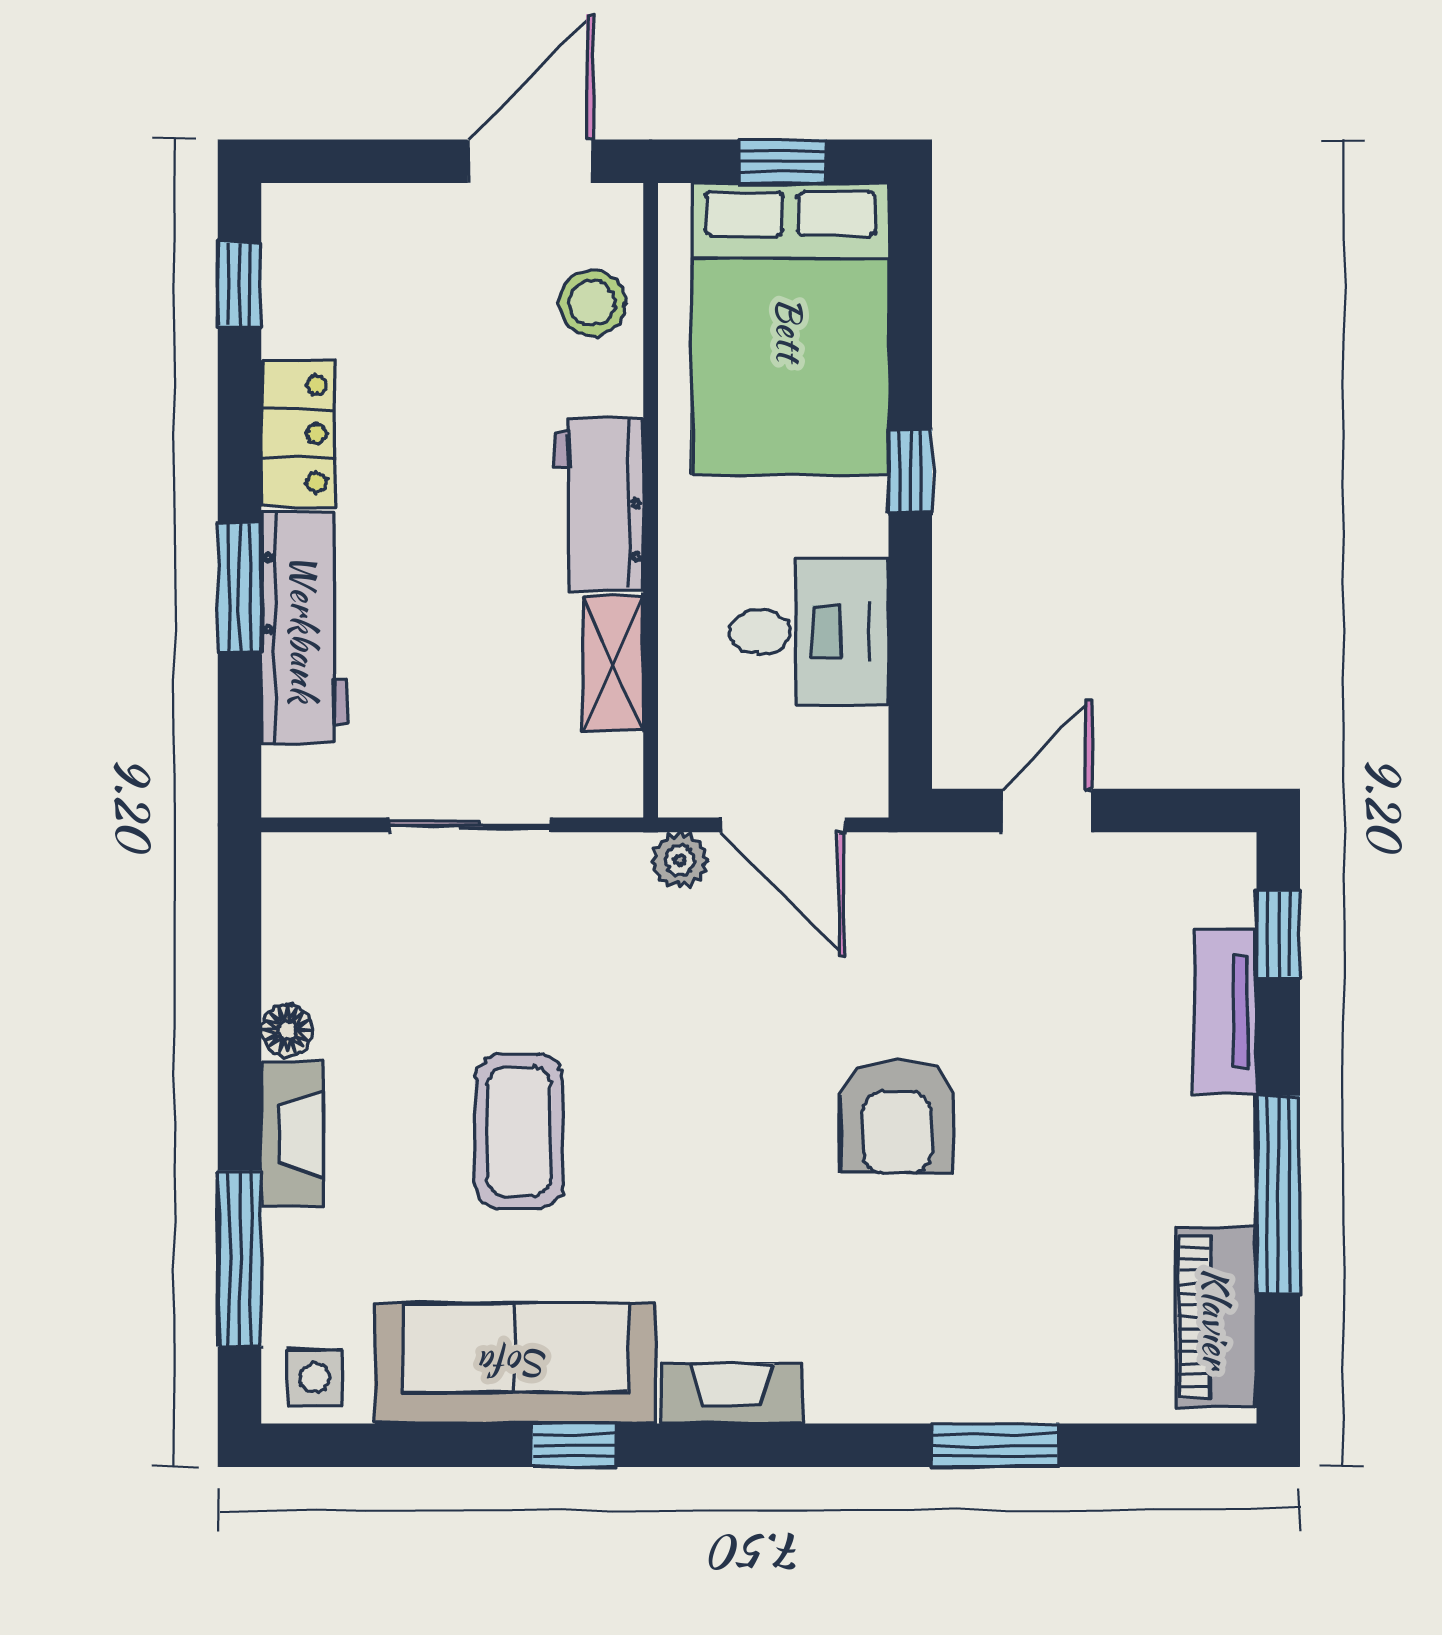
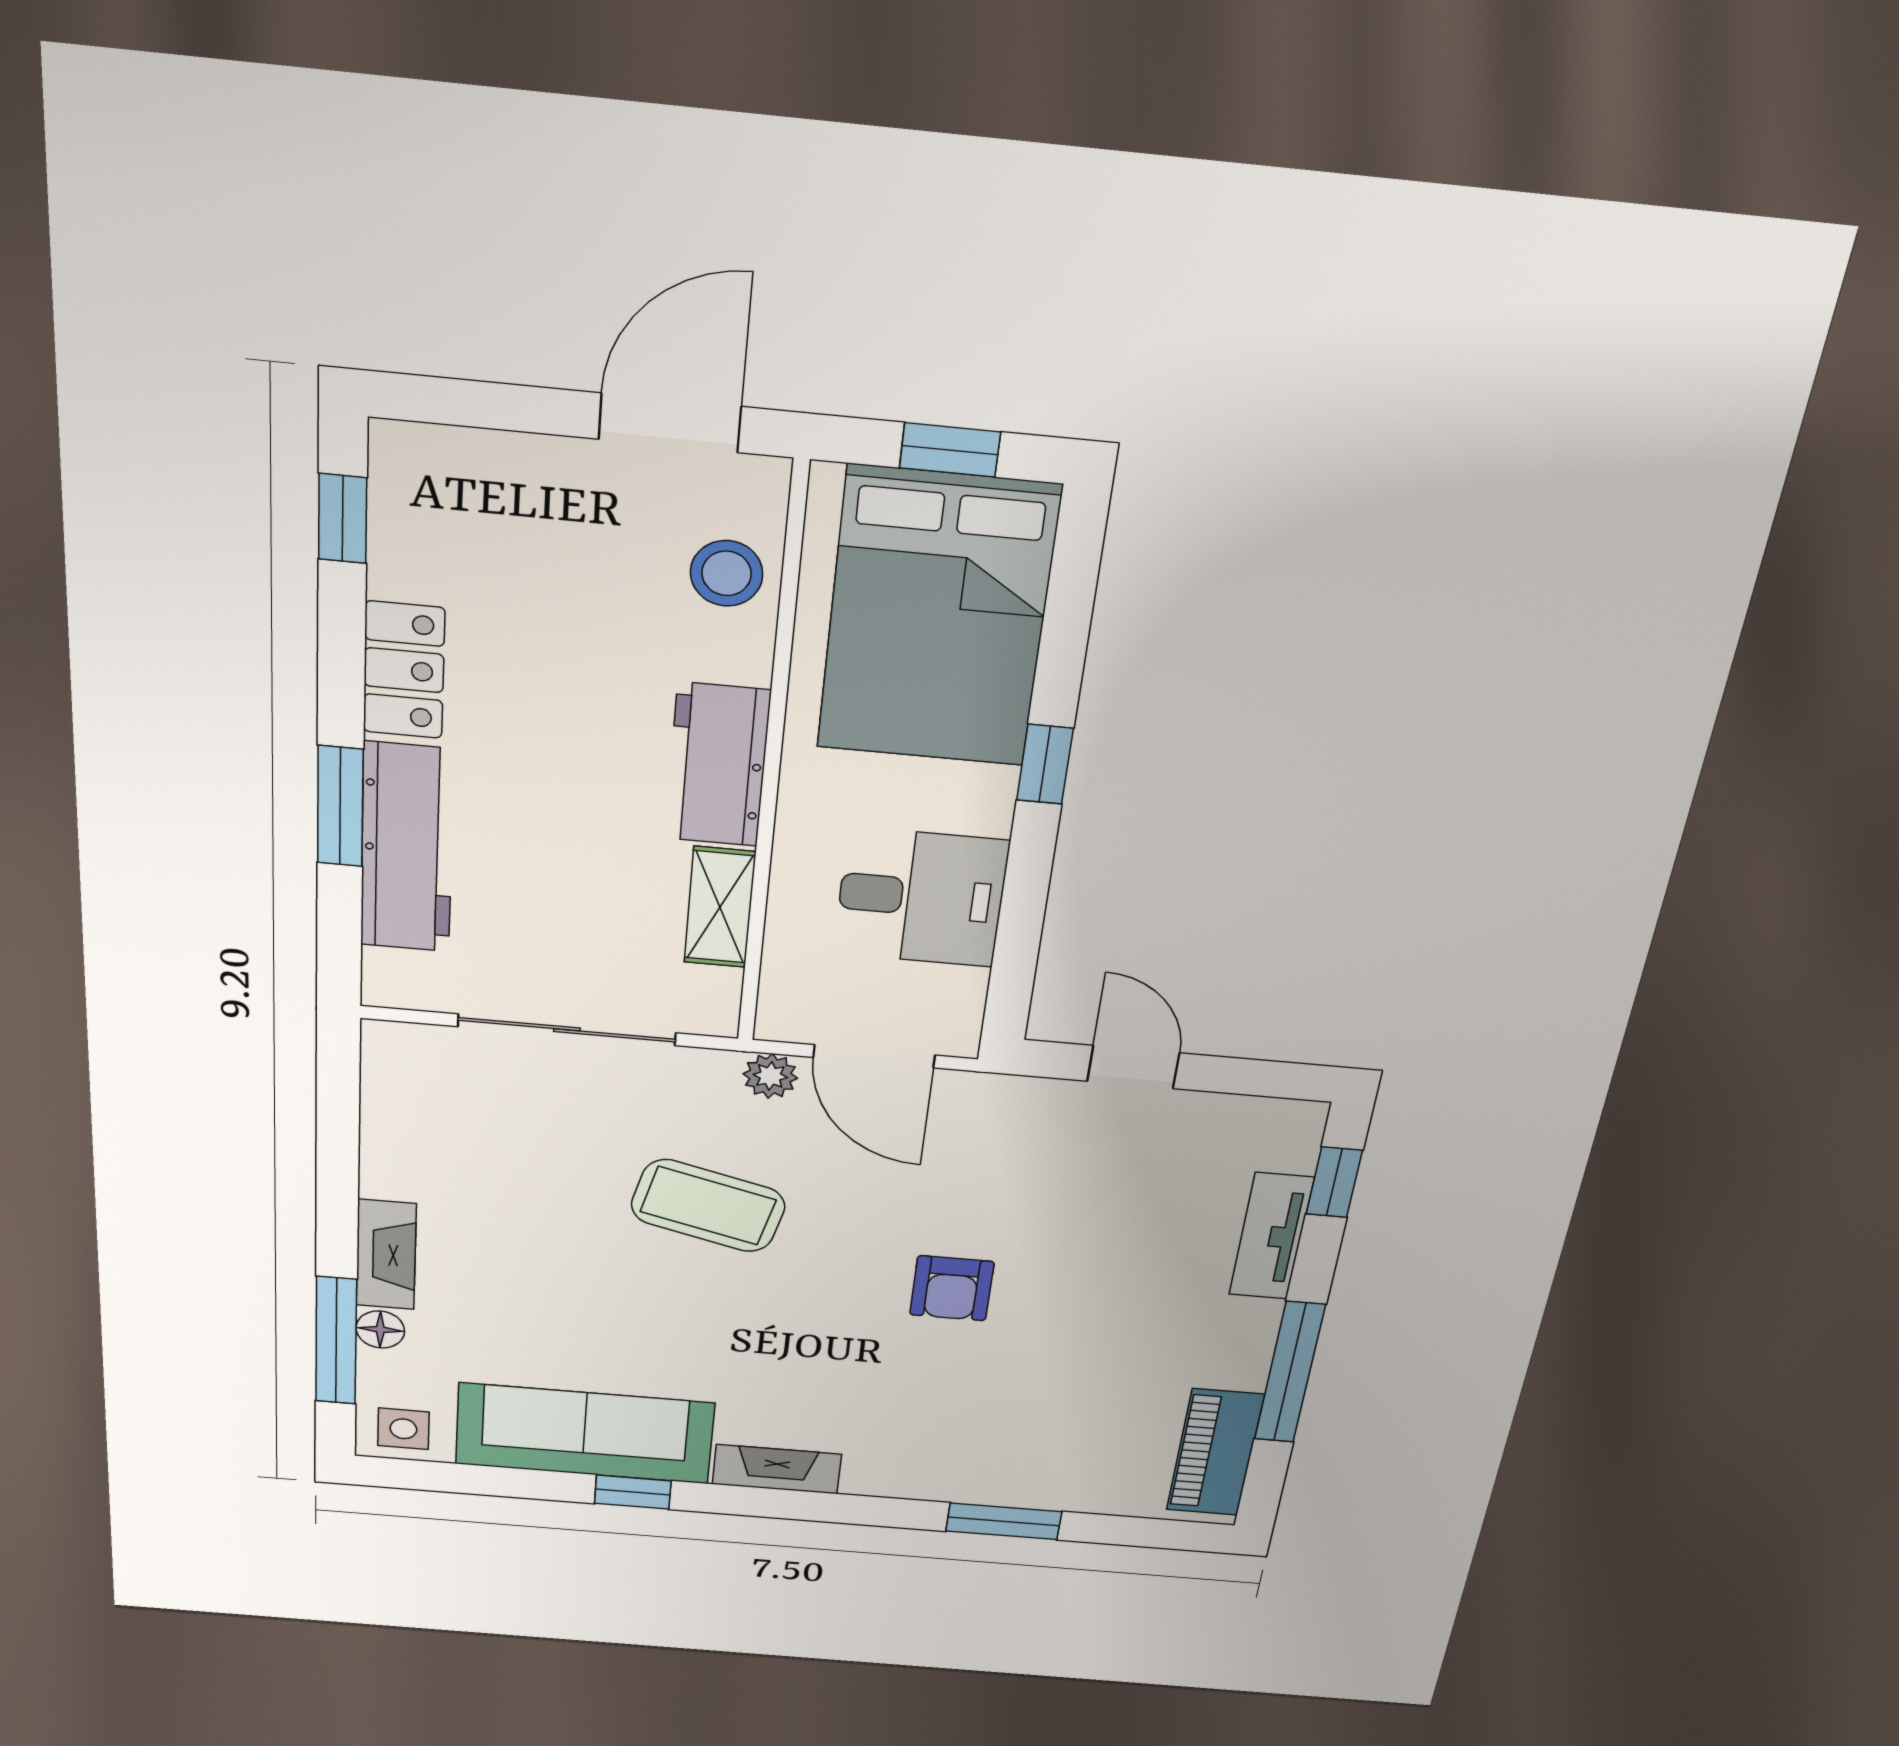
door: (1047, 810) -> (1133, 1067), hinge flipped
sliding door: (470, 825) -> (567, 1030), width x1.37
floor lamp: (287, 1030) -> (380, 1329), moved
armchair: (897, 1116) -> (952, 1288), width x0.72, depth x0.72
coffee table: (519, 1132) -> (708, 1206), moved, turned -76

